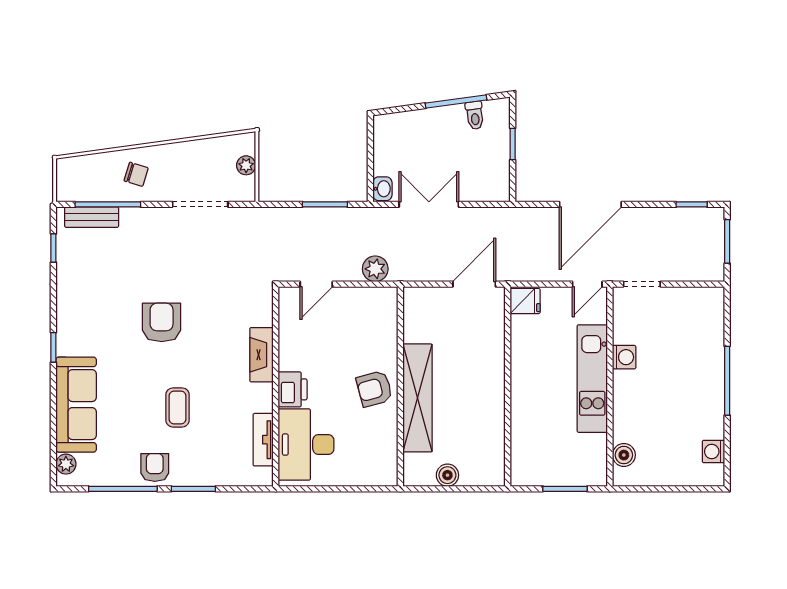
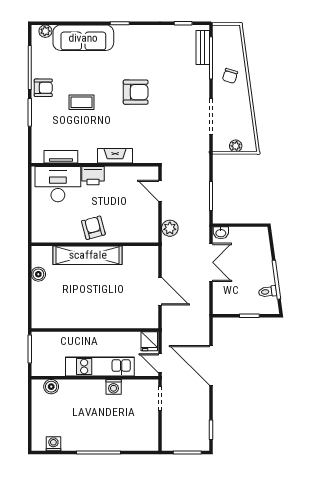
fridge: (525, 301) -> (149, 341), moved
wall: (508, 386) -> (95, 330), moved

